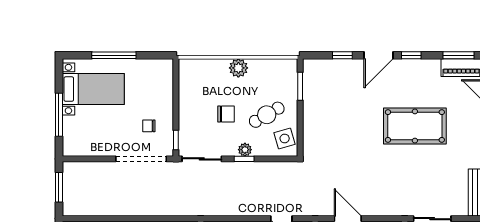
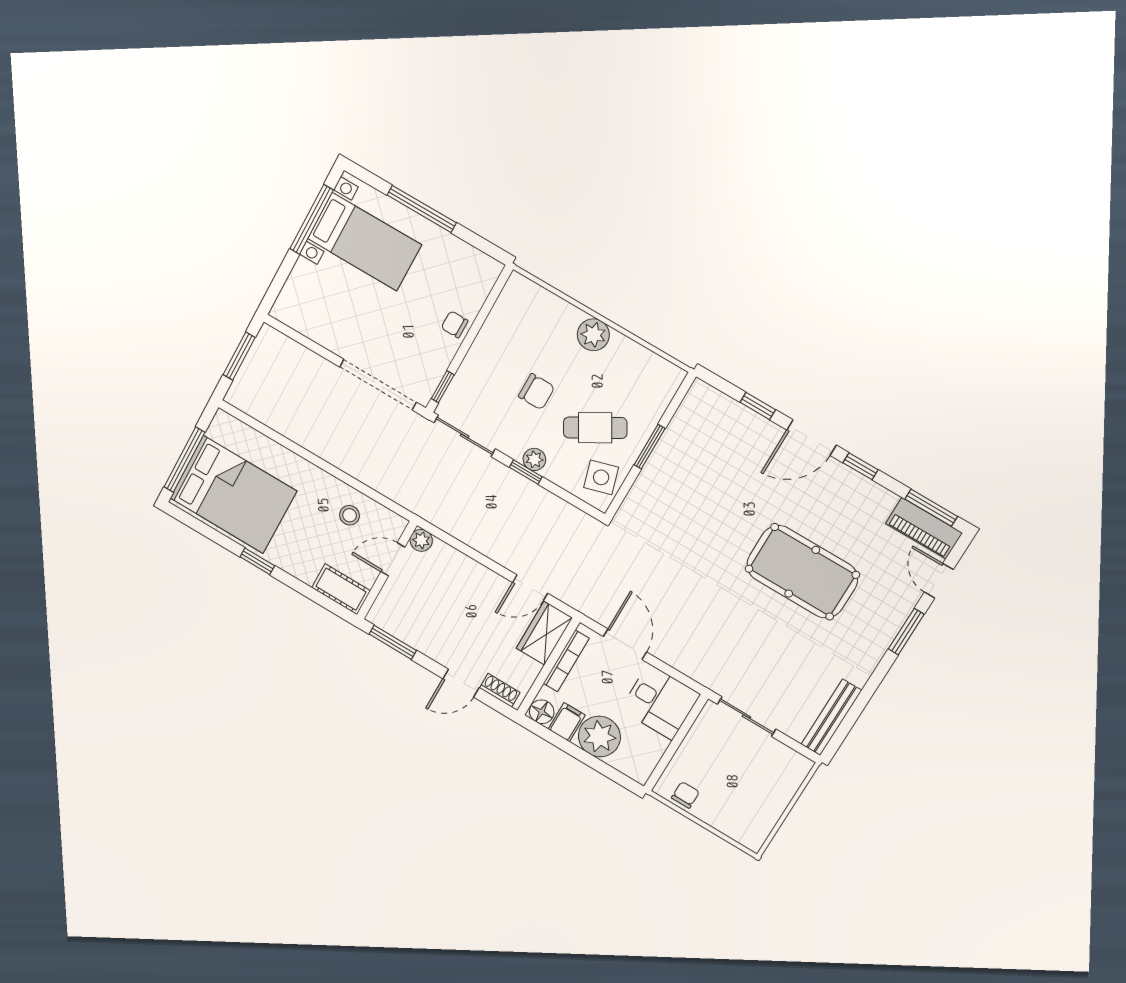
window: (300, 86) -> (650, 447), moved
window: (59, 115) -> (312, 219), moved
chair: (149, 126) -> (455, 324), moved

